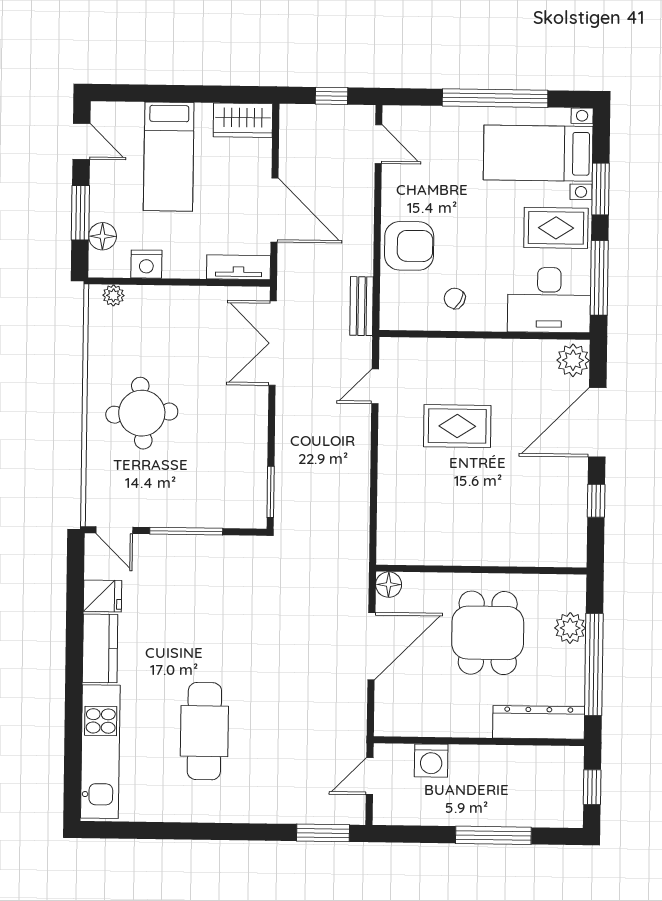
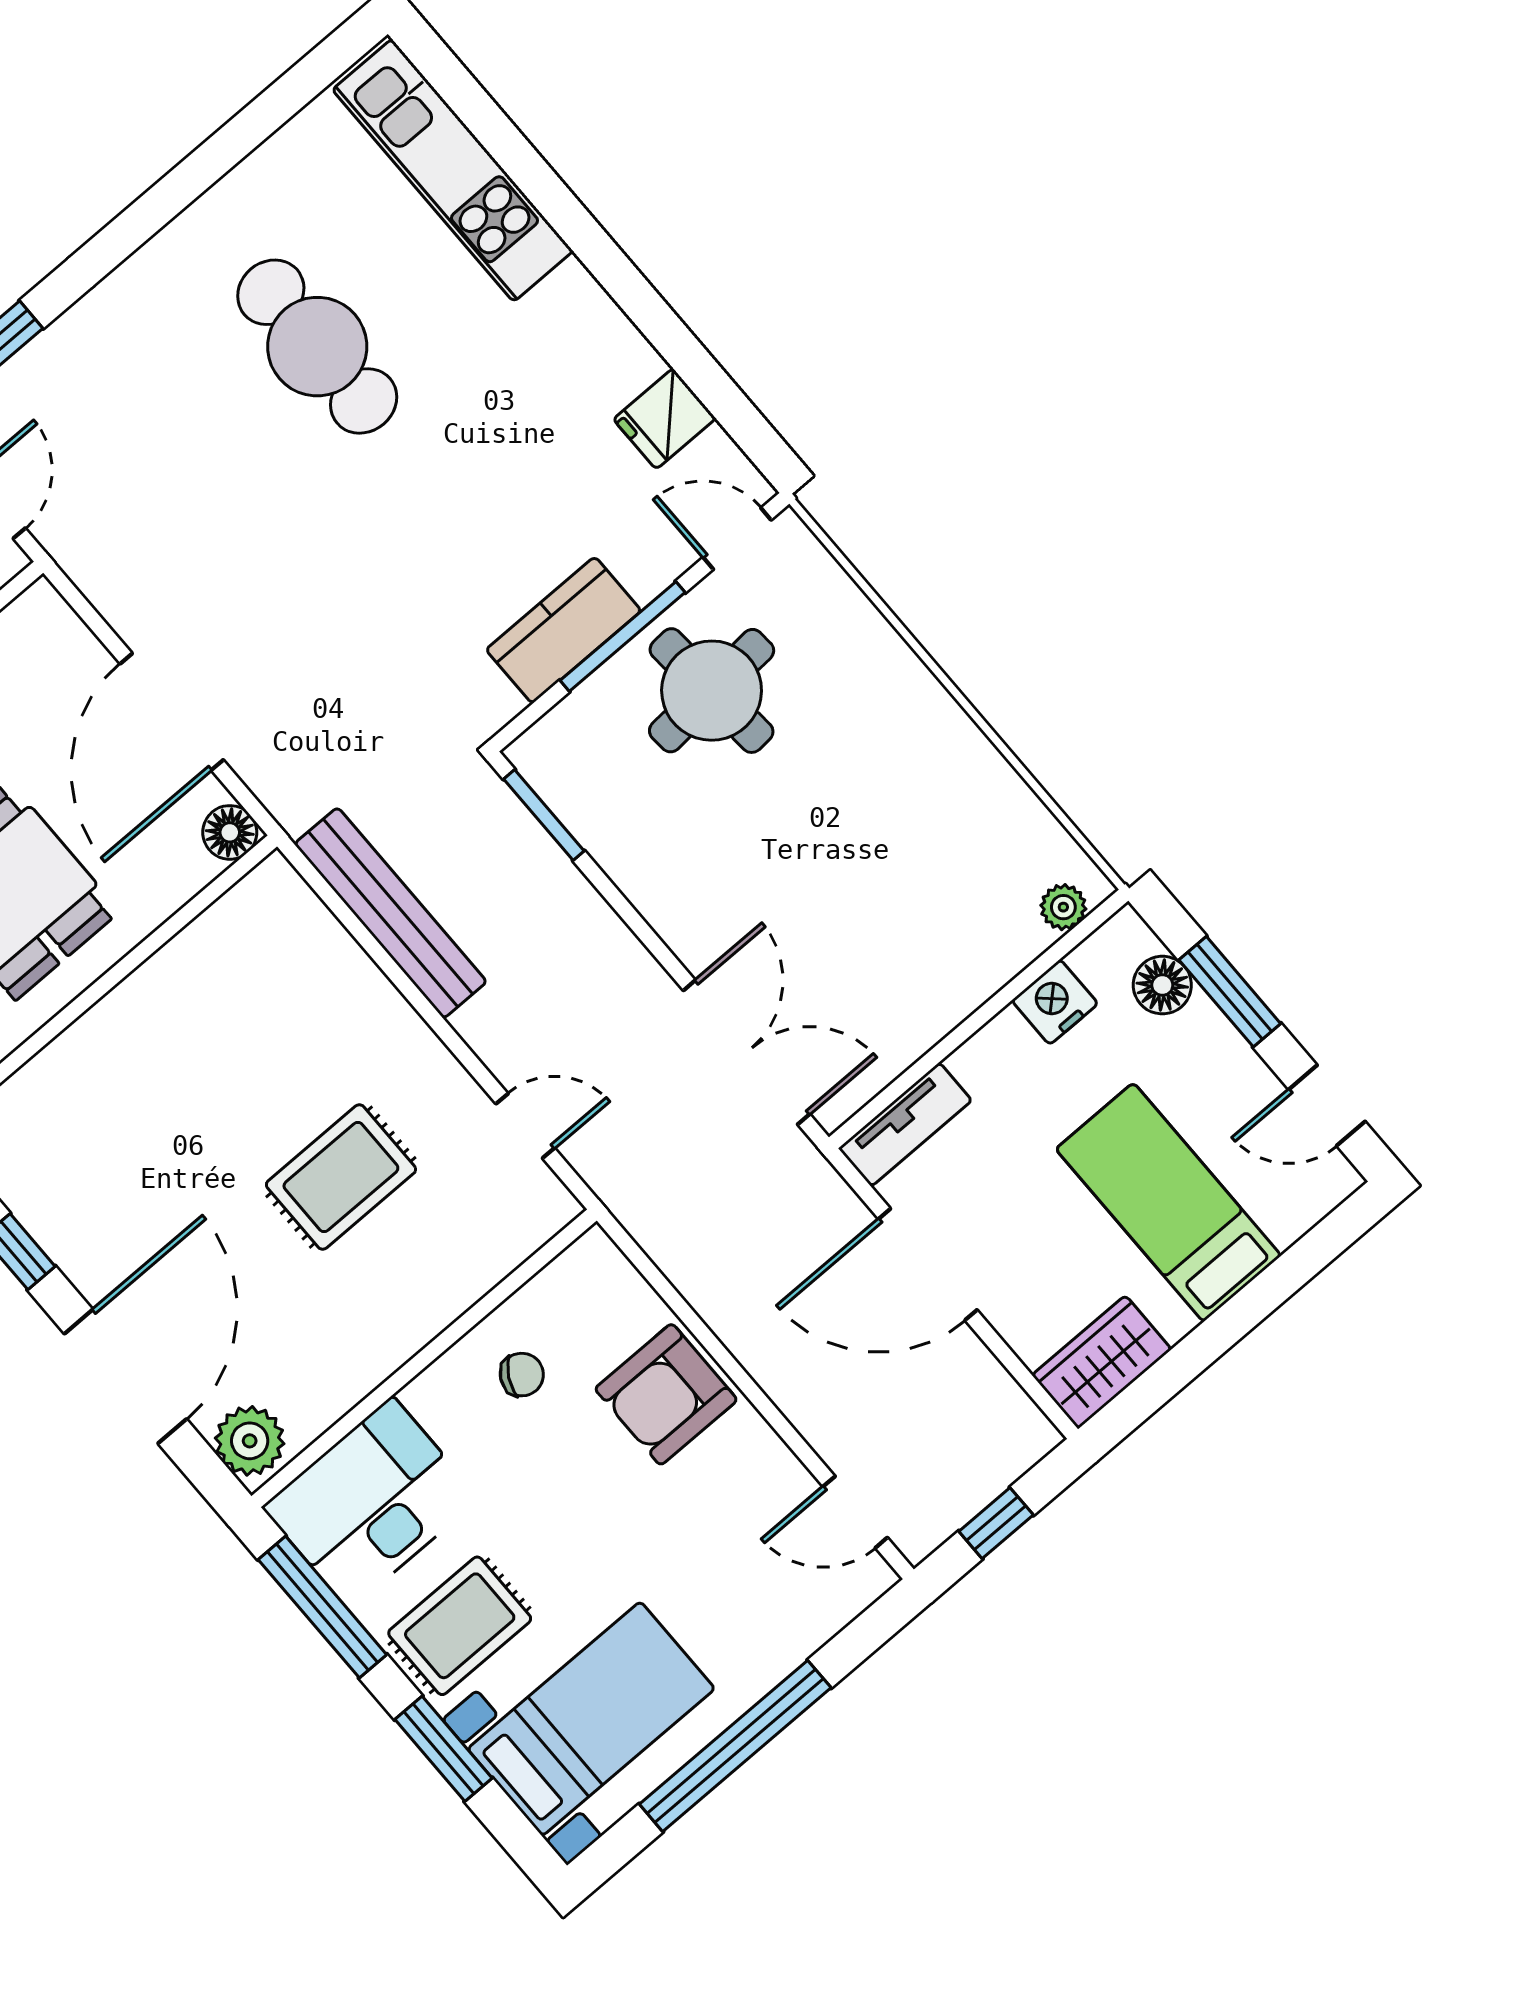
bench: (362, 306) -> (391, 913), moved, width x1.86, depth x1.21
door: (375, 386) -> (525, 1126), hinge flipped
round table: (142, 413) -> (712, 691), moved
kitchen counter: (100, 648) -> (564, 630), moved, turned 90

